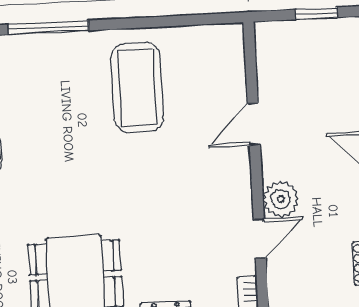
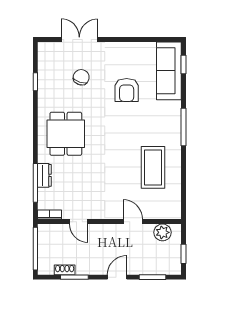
coffee table: (137, 87) -> (153, 167), turned 90
plant: (281, 199) -> (163, 232), moved

